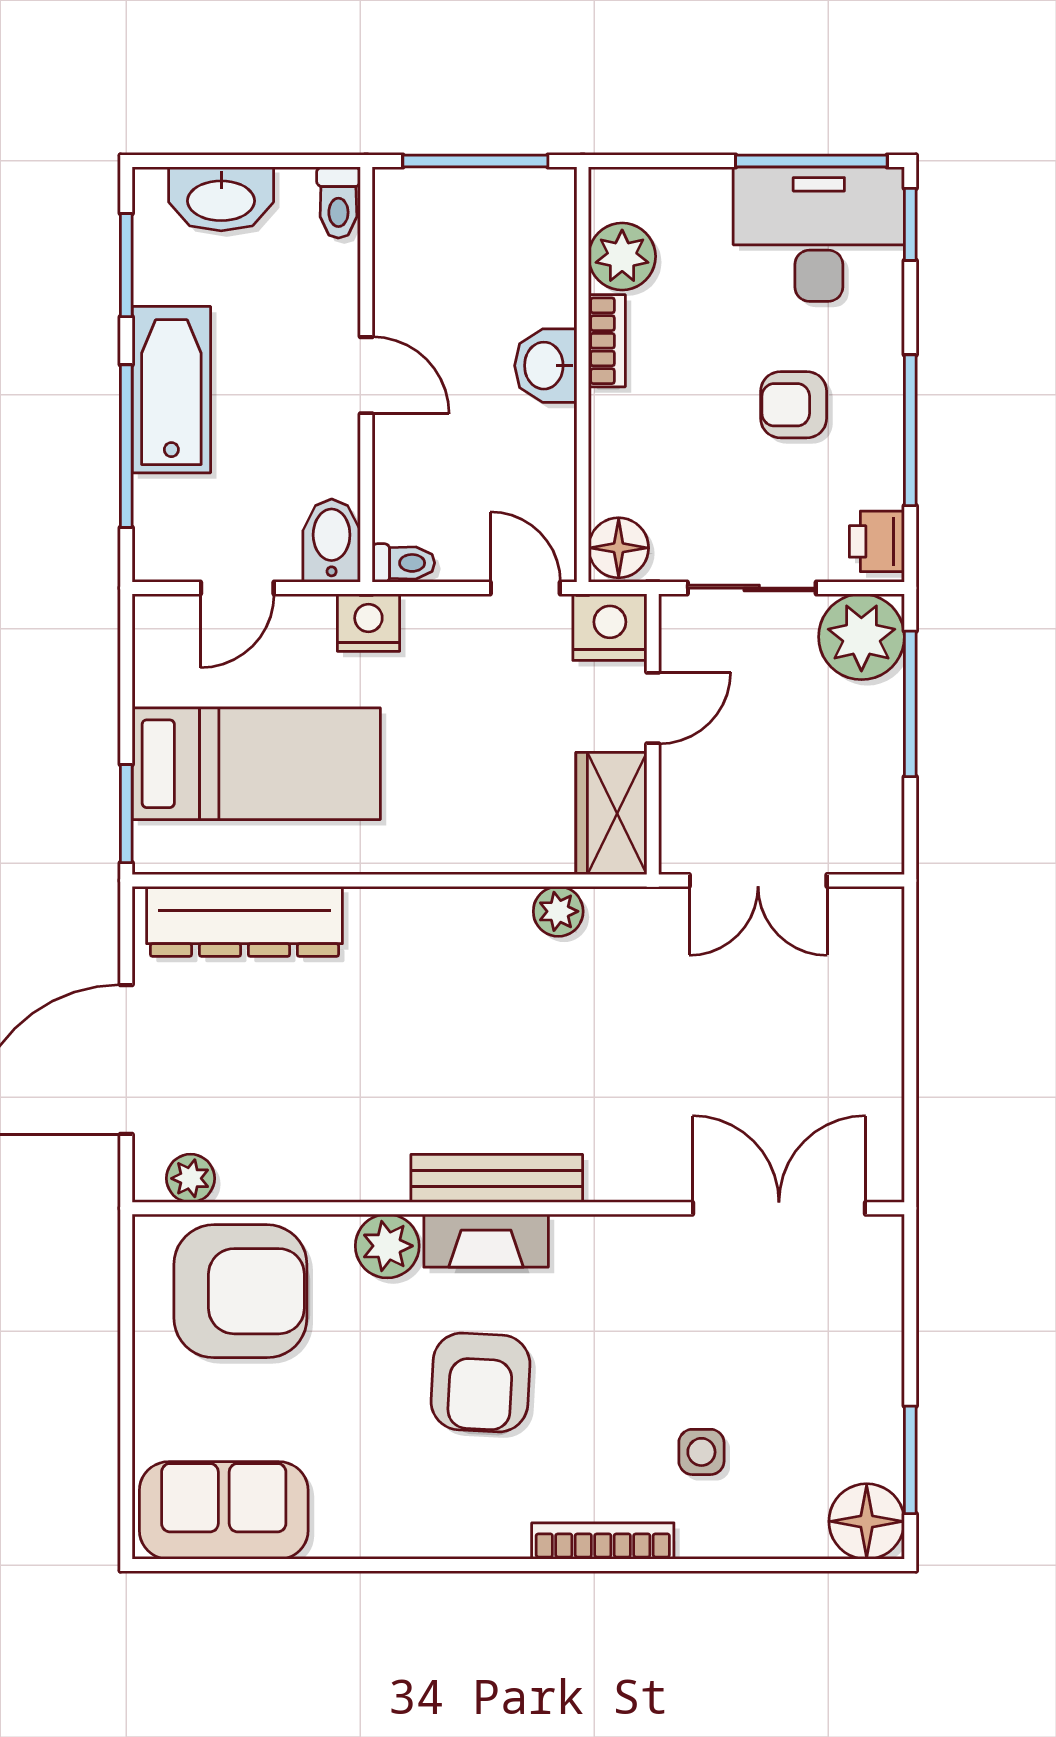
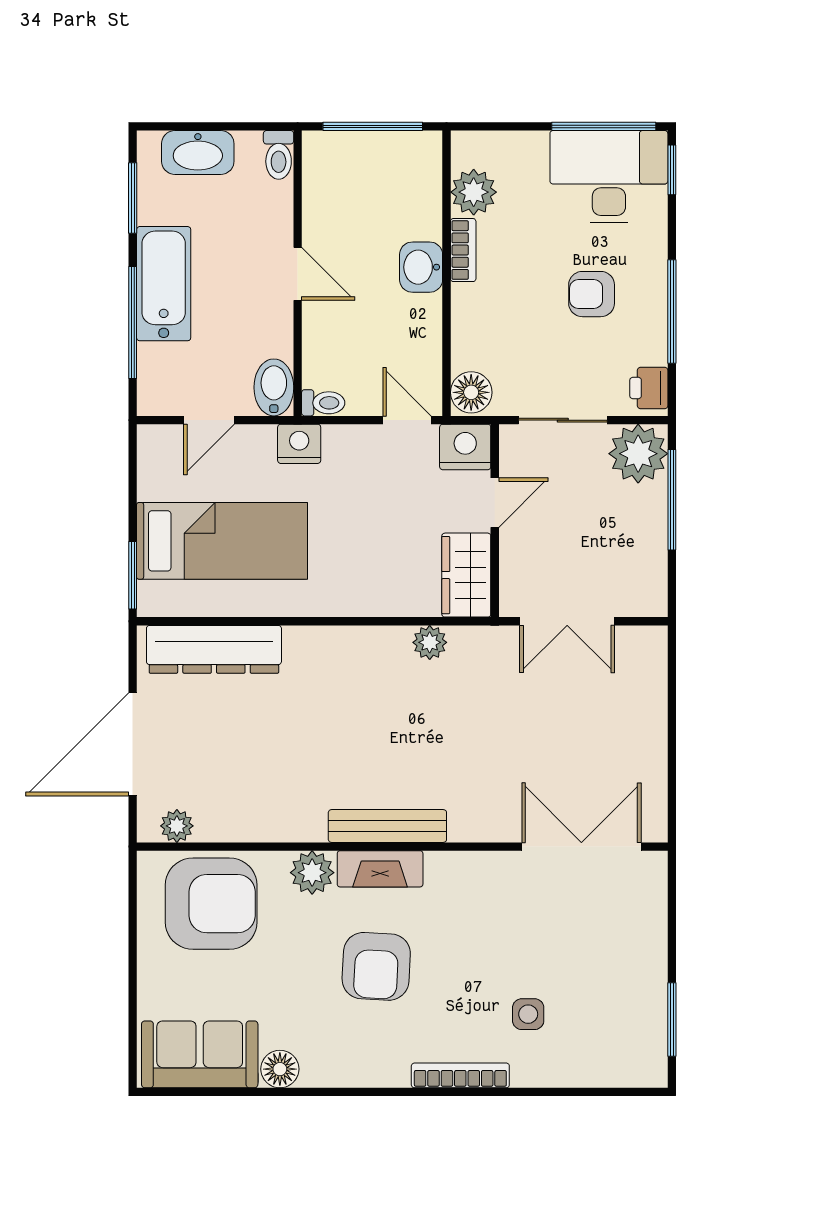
floor lamp: (867, 1521) -> (280, 1069), moved, width x0.73, depth x0.73

